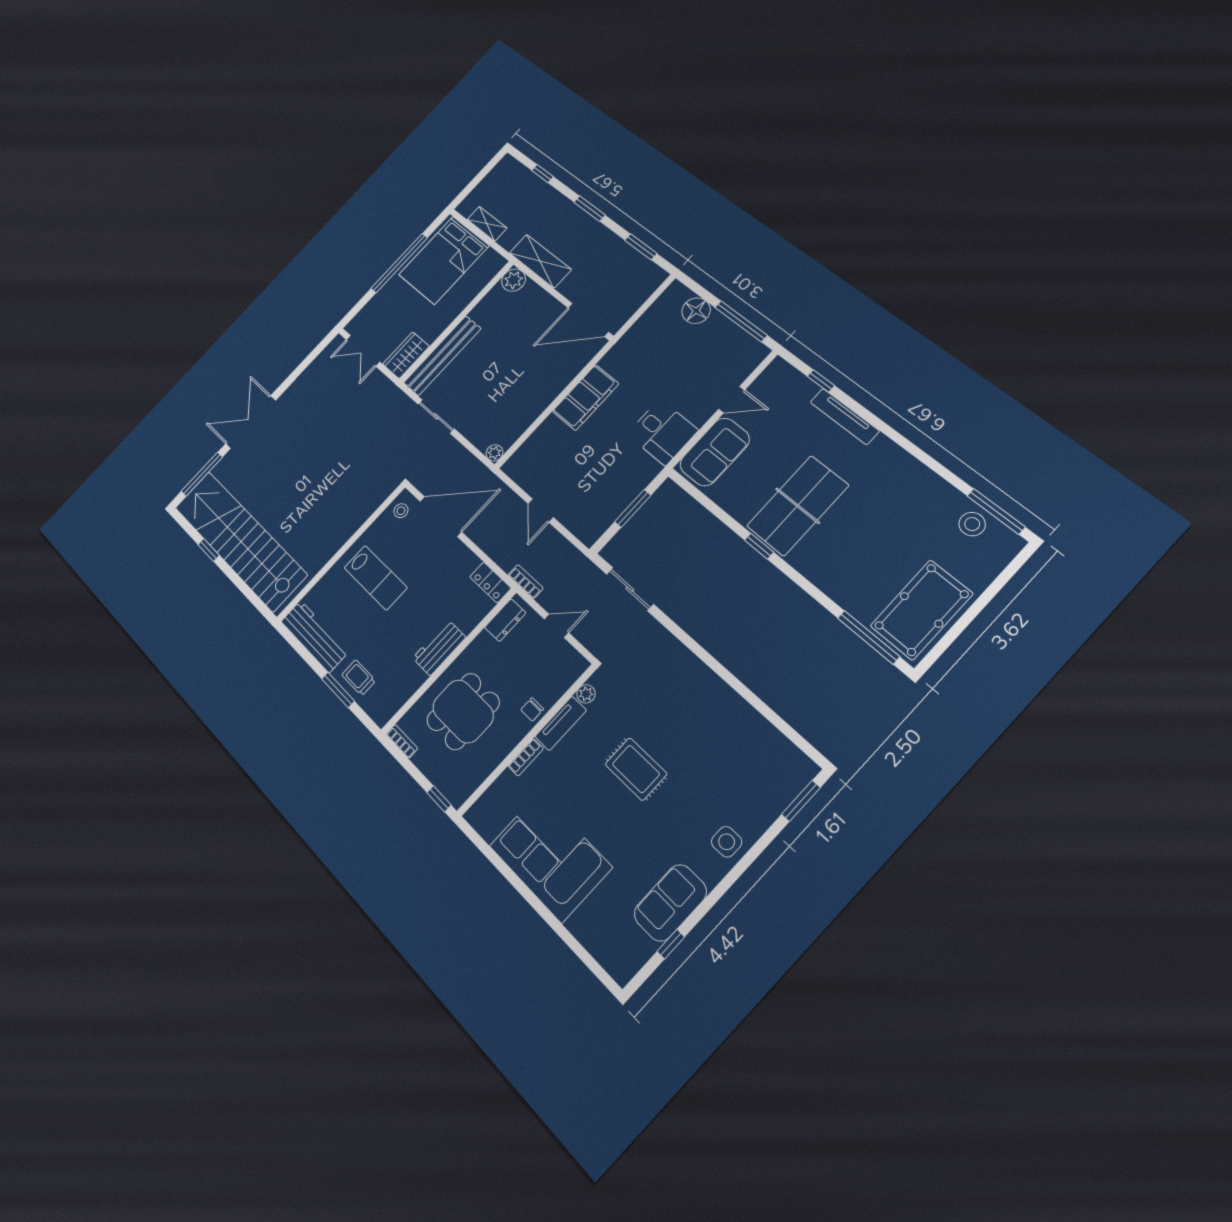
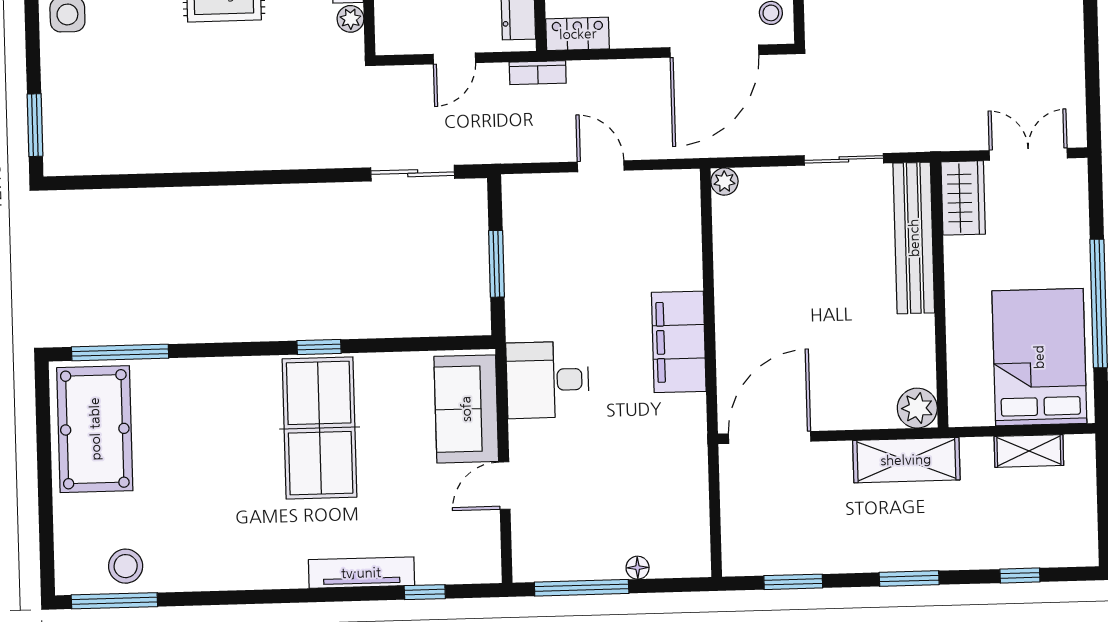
floor lamp: (696, 311) -> (638, 568), width x0.53, depth x0.53

